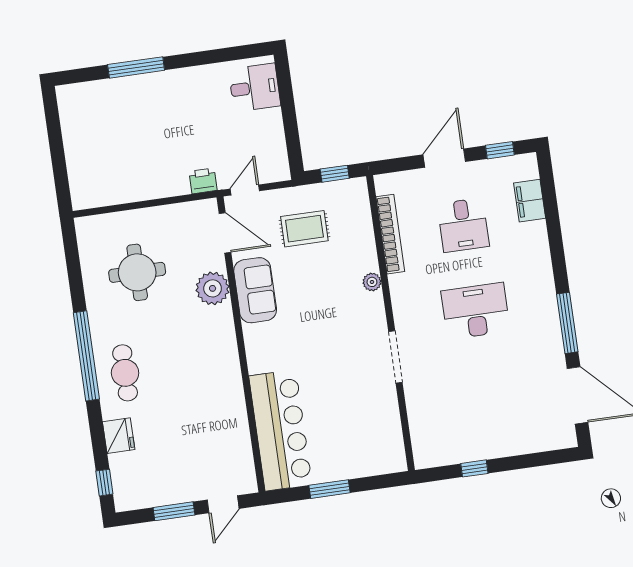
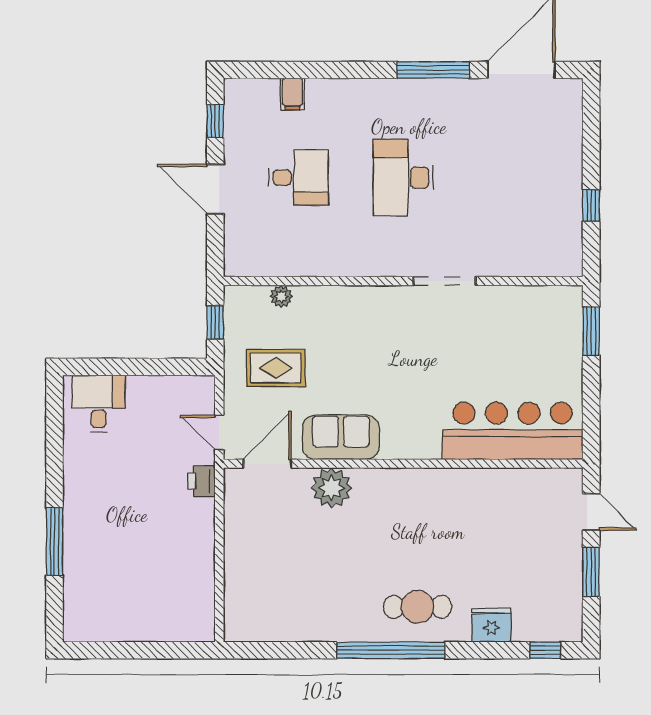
filing cabinet: (530, 201) -> (293, 94), width x0.50
rug: (304, 229) -> (276, 368), turned 90
bookcase: (390, 234) -> (297, 266), removed
round table: (137, 272) -> (300, 575), removed
plant: (372, 282) -> (281, 296), moved
window: (329, 489) -> (591, 331), moved

